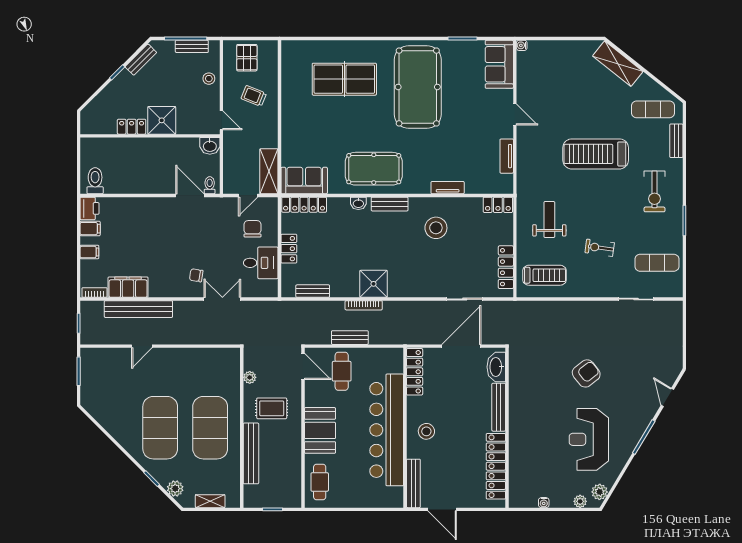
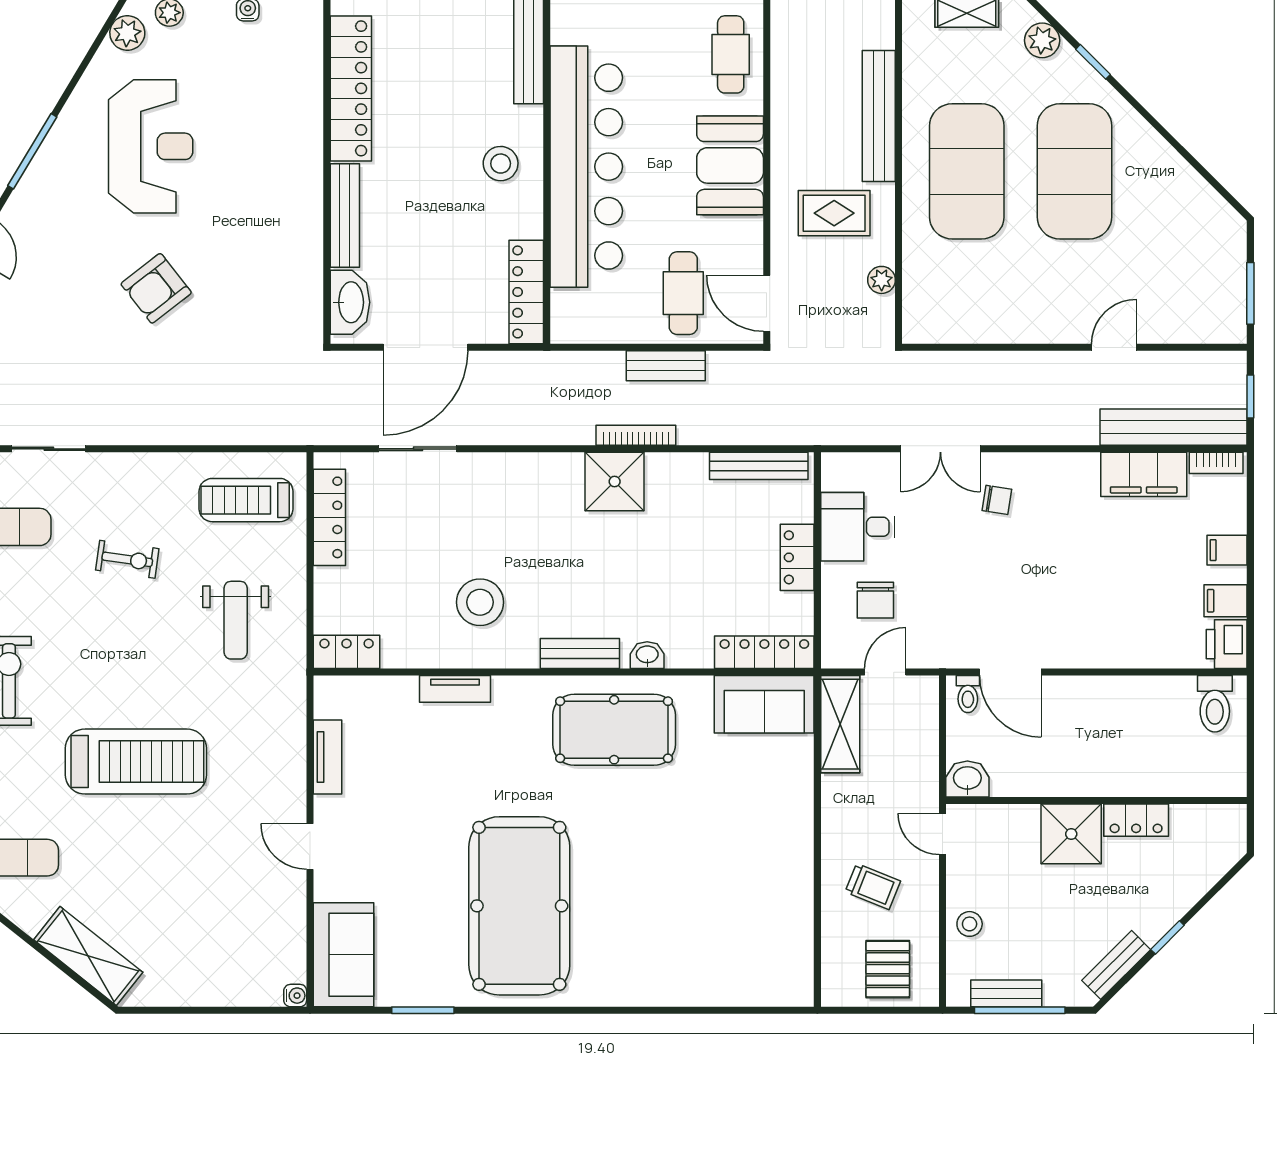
table tennis table: (344, 79) -> (678, 923), removed
bench: (313, 291) -> (759, 466), width x1.36
bench: (138, 309) -> (1174, 427), moved

